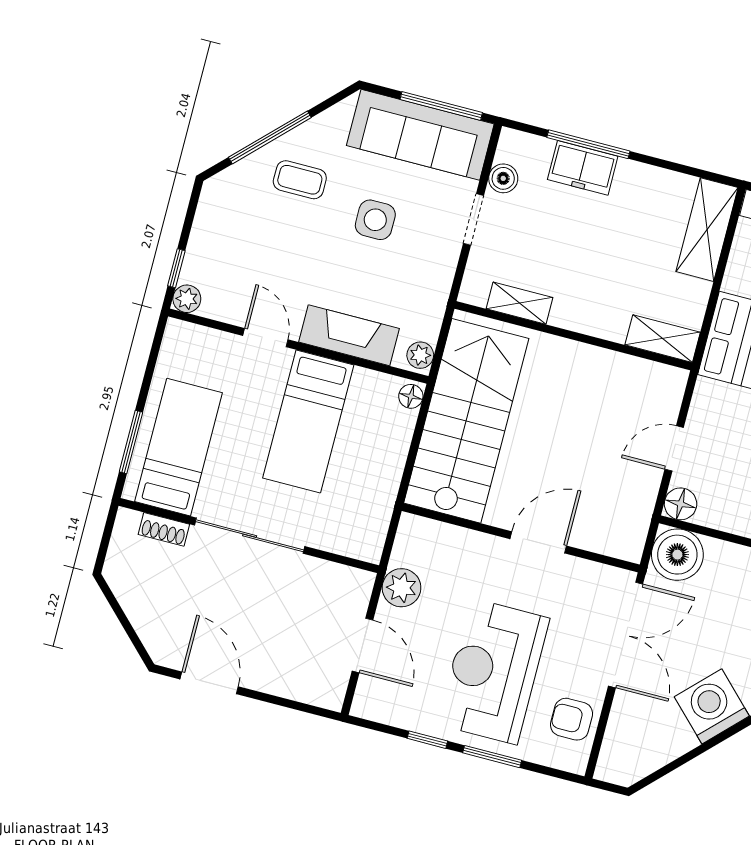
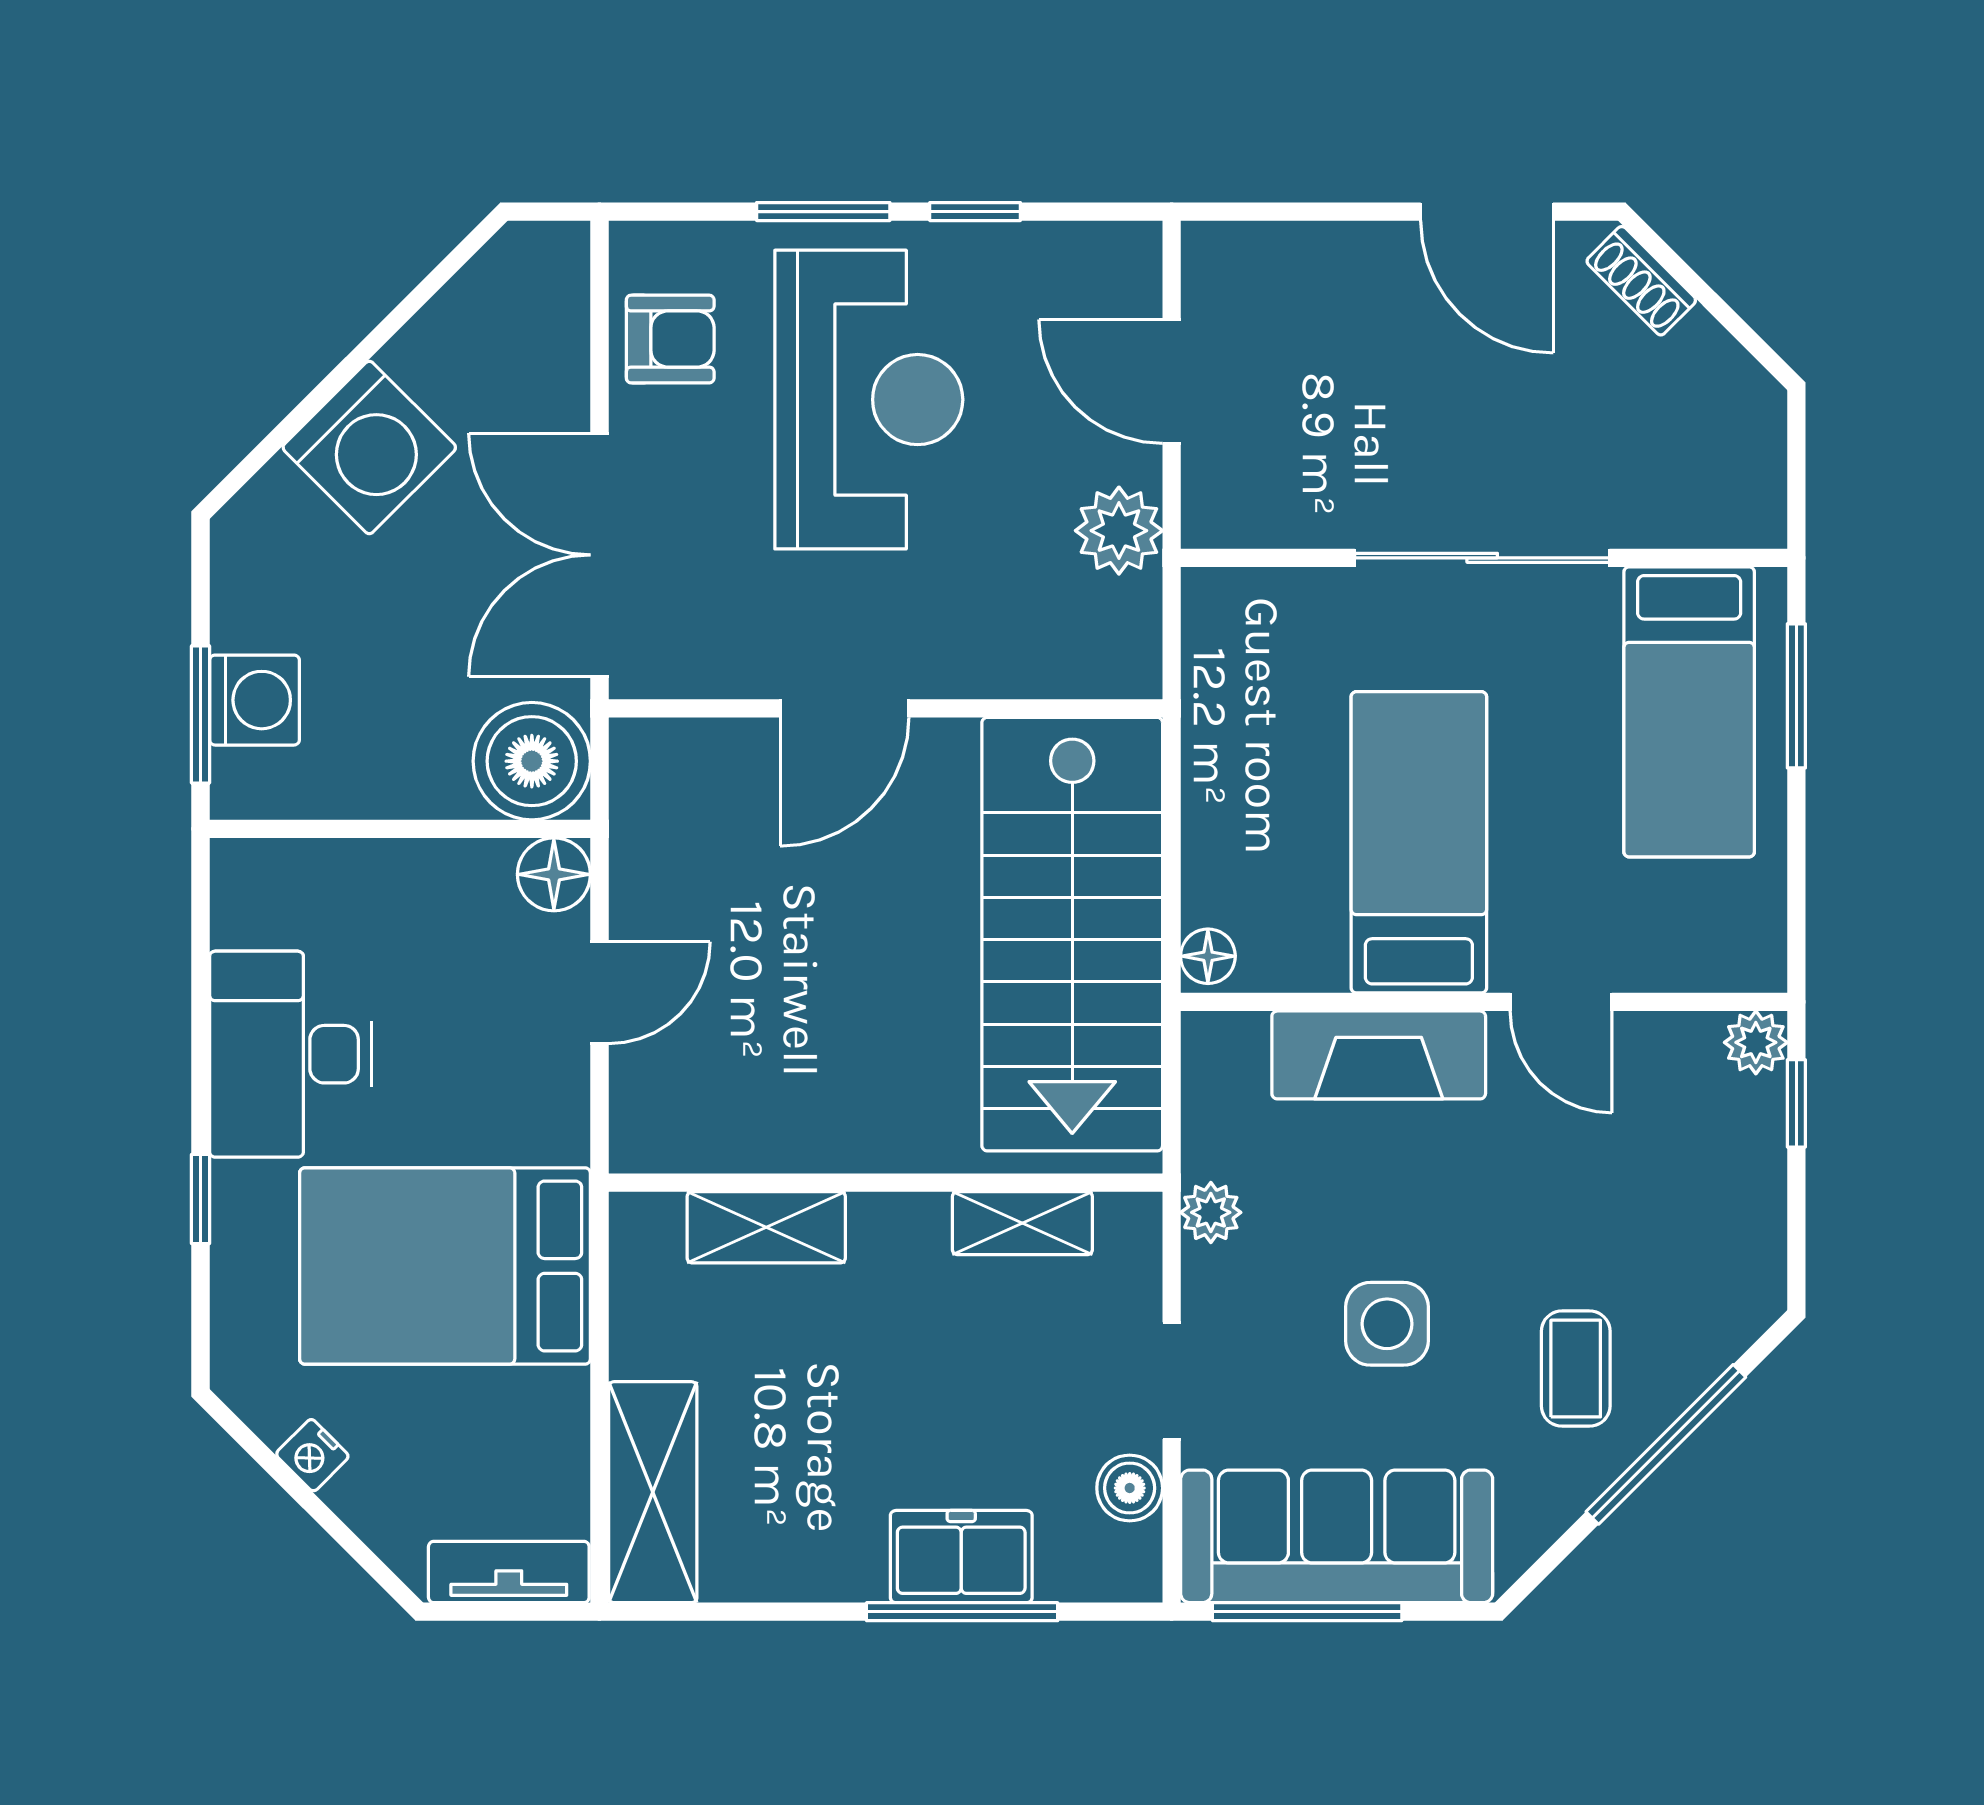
coffee table: (300, 180) -> (1576, 1369), turned 90
shelving: (663, 339) -> (766, 1227), moved
plant: (420, 355) -> (1211, 1212), moved
shoe rack: (164, 529) -> (1641, 281), moved, turned -135

